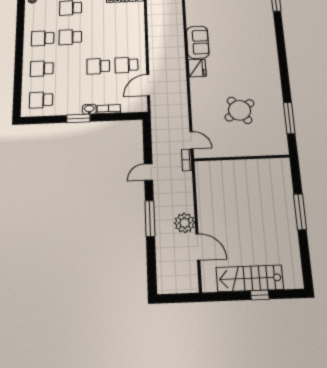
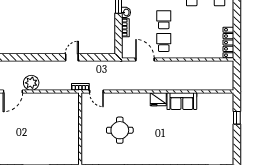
round table: (240, 110) -> (120, 130), turned 34
door: (192, 140) -> (96, 91), hinge flipped
door: (148, 172) -> (72, 57), hinge flipped
window: (150, 218) -> (36, 57), removed

